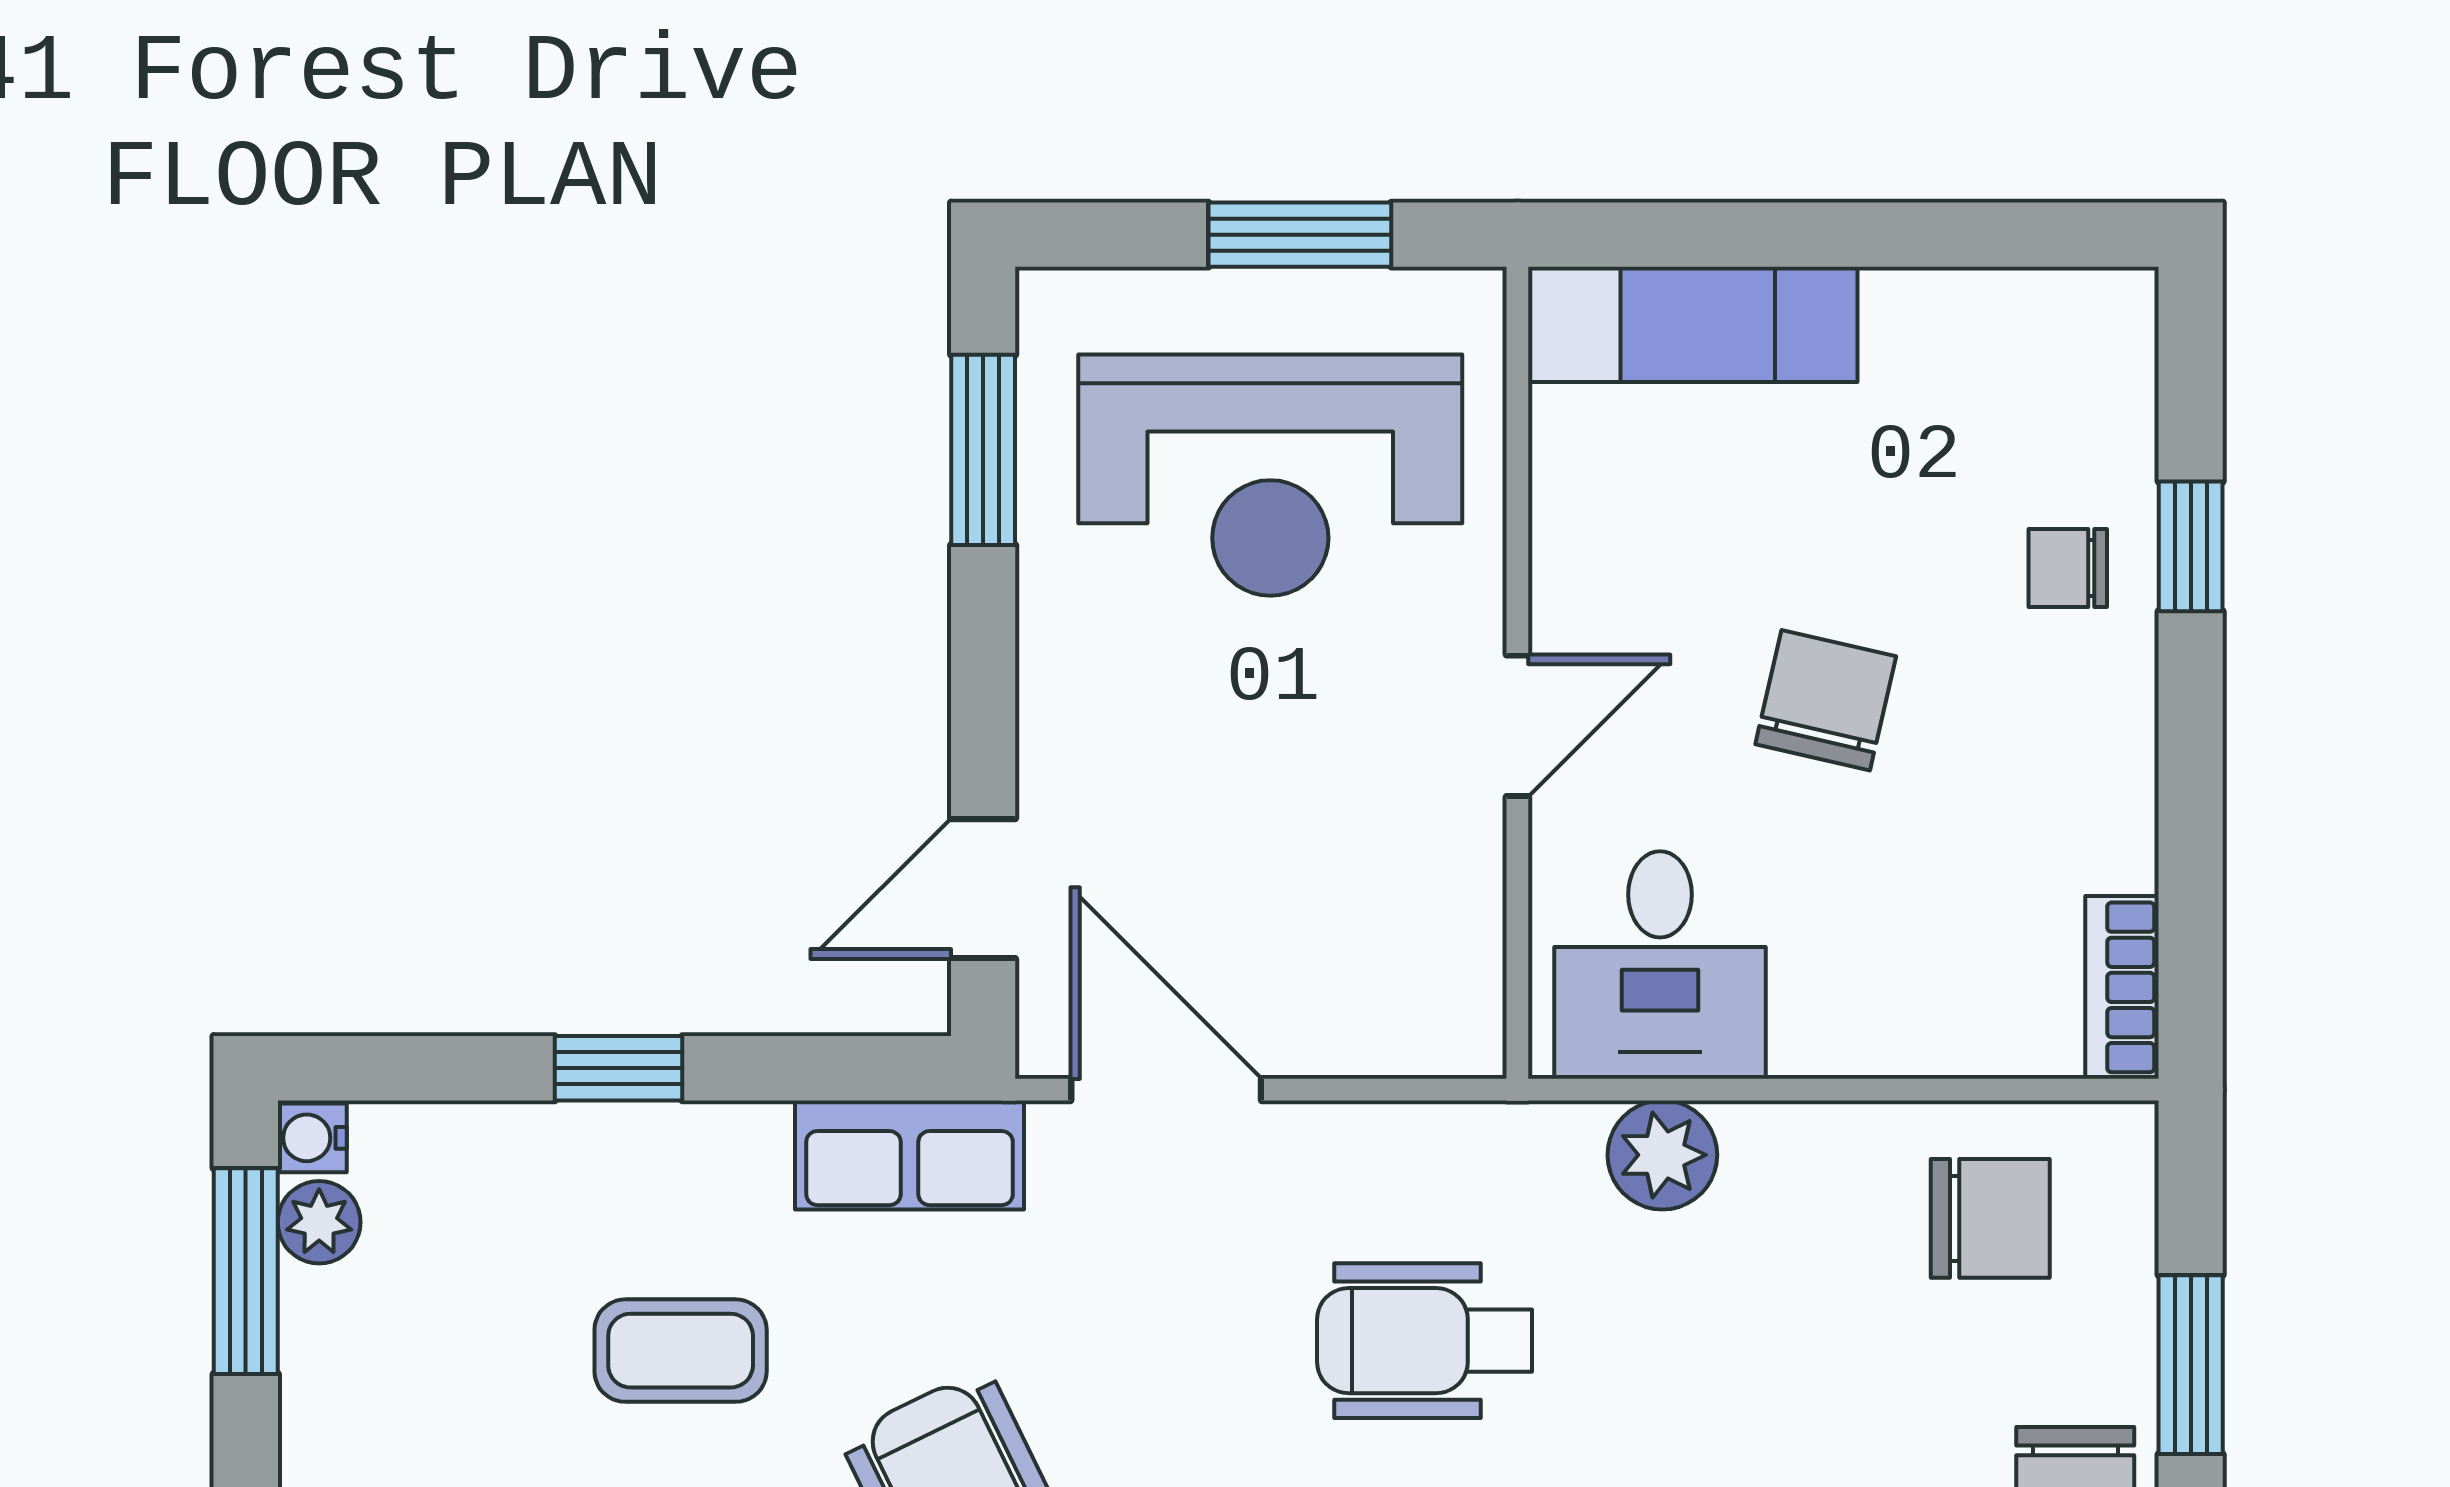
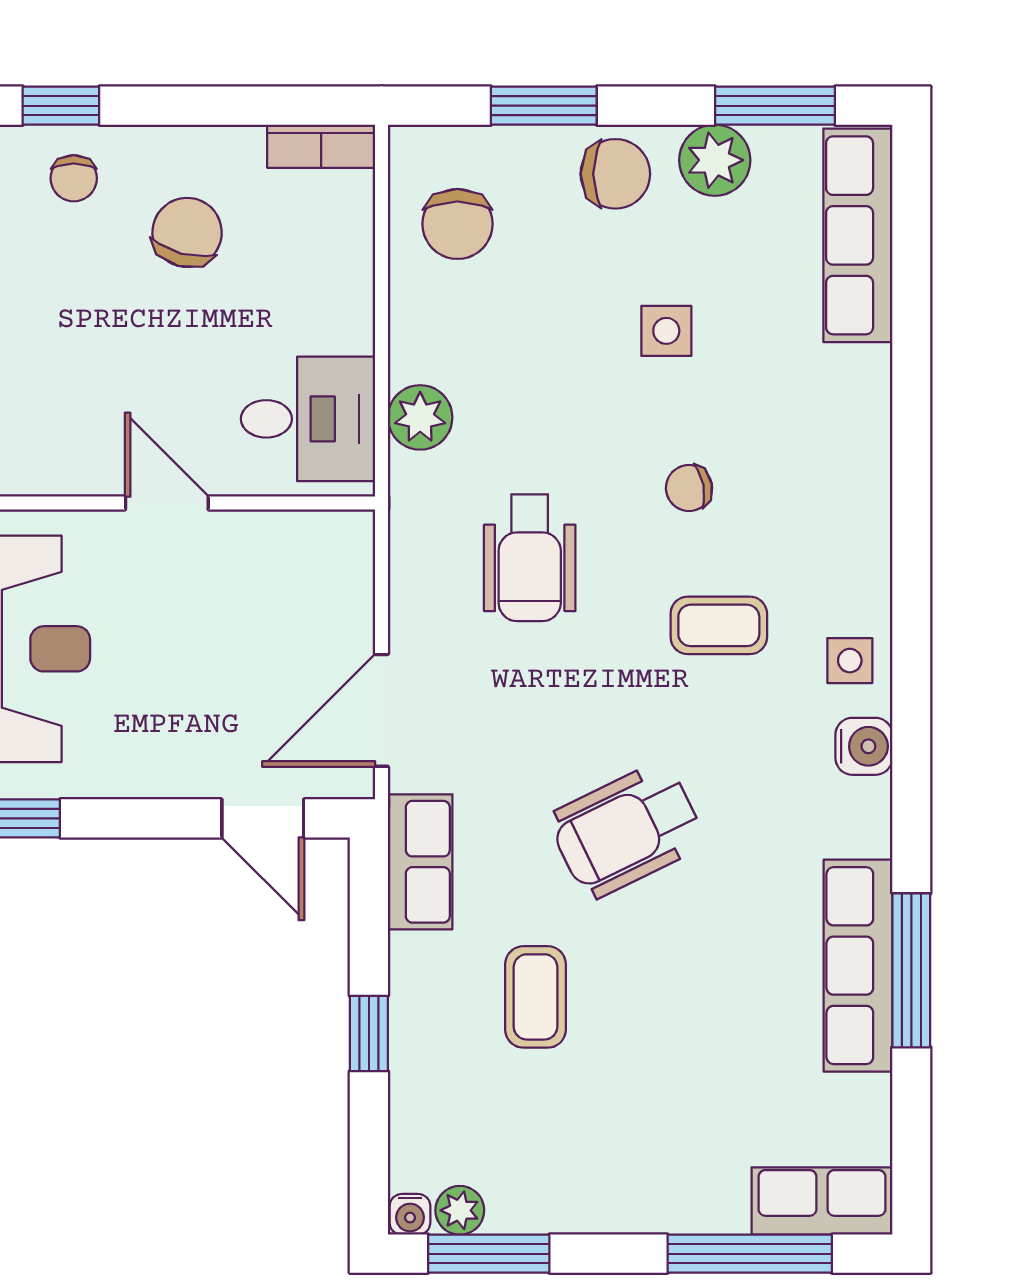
chair: (1826, 700) -> (187, 232), moved, turned 92
chair: (1990, 1218) -> (457, 224), turned 180

